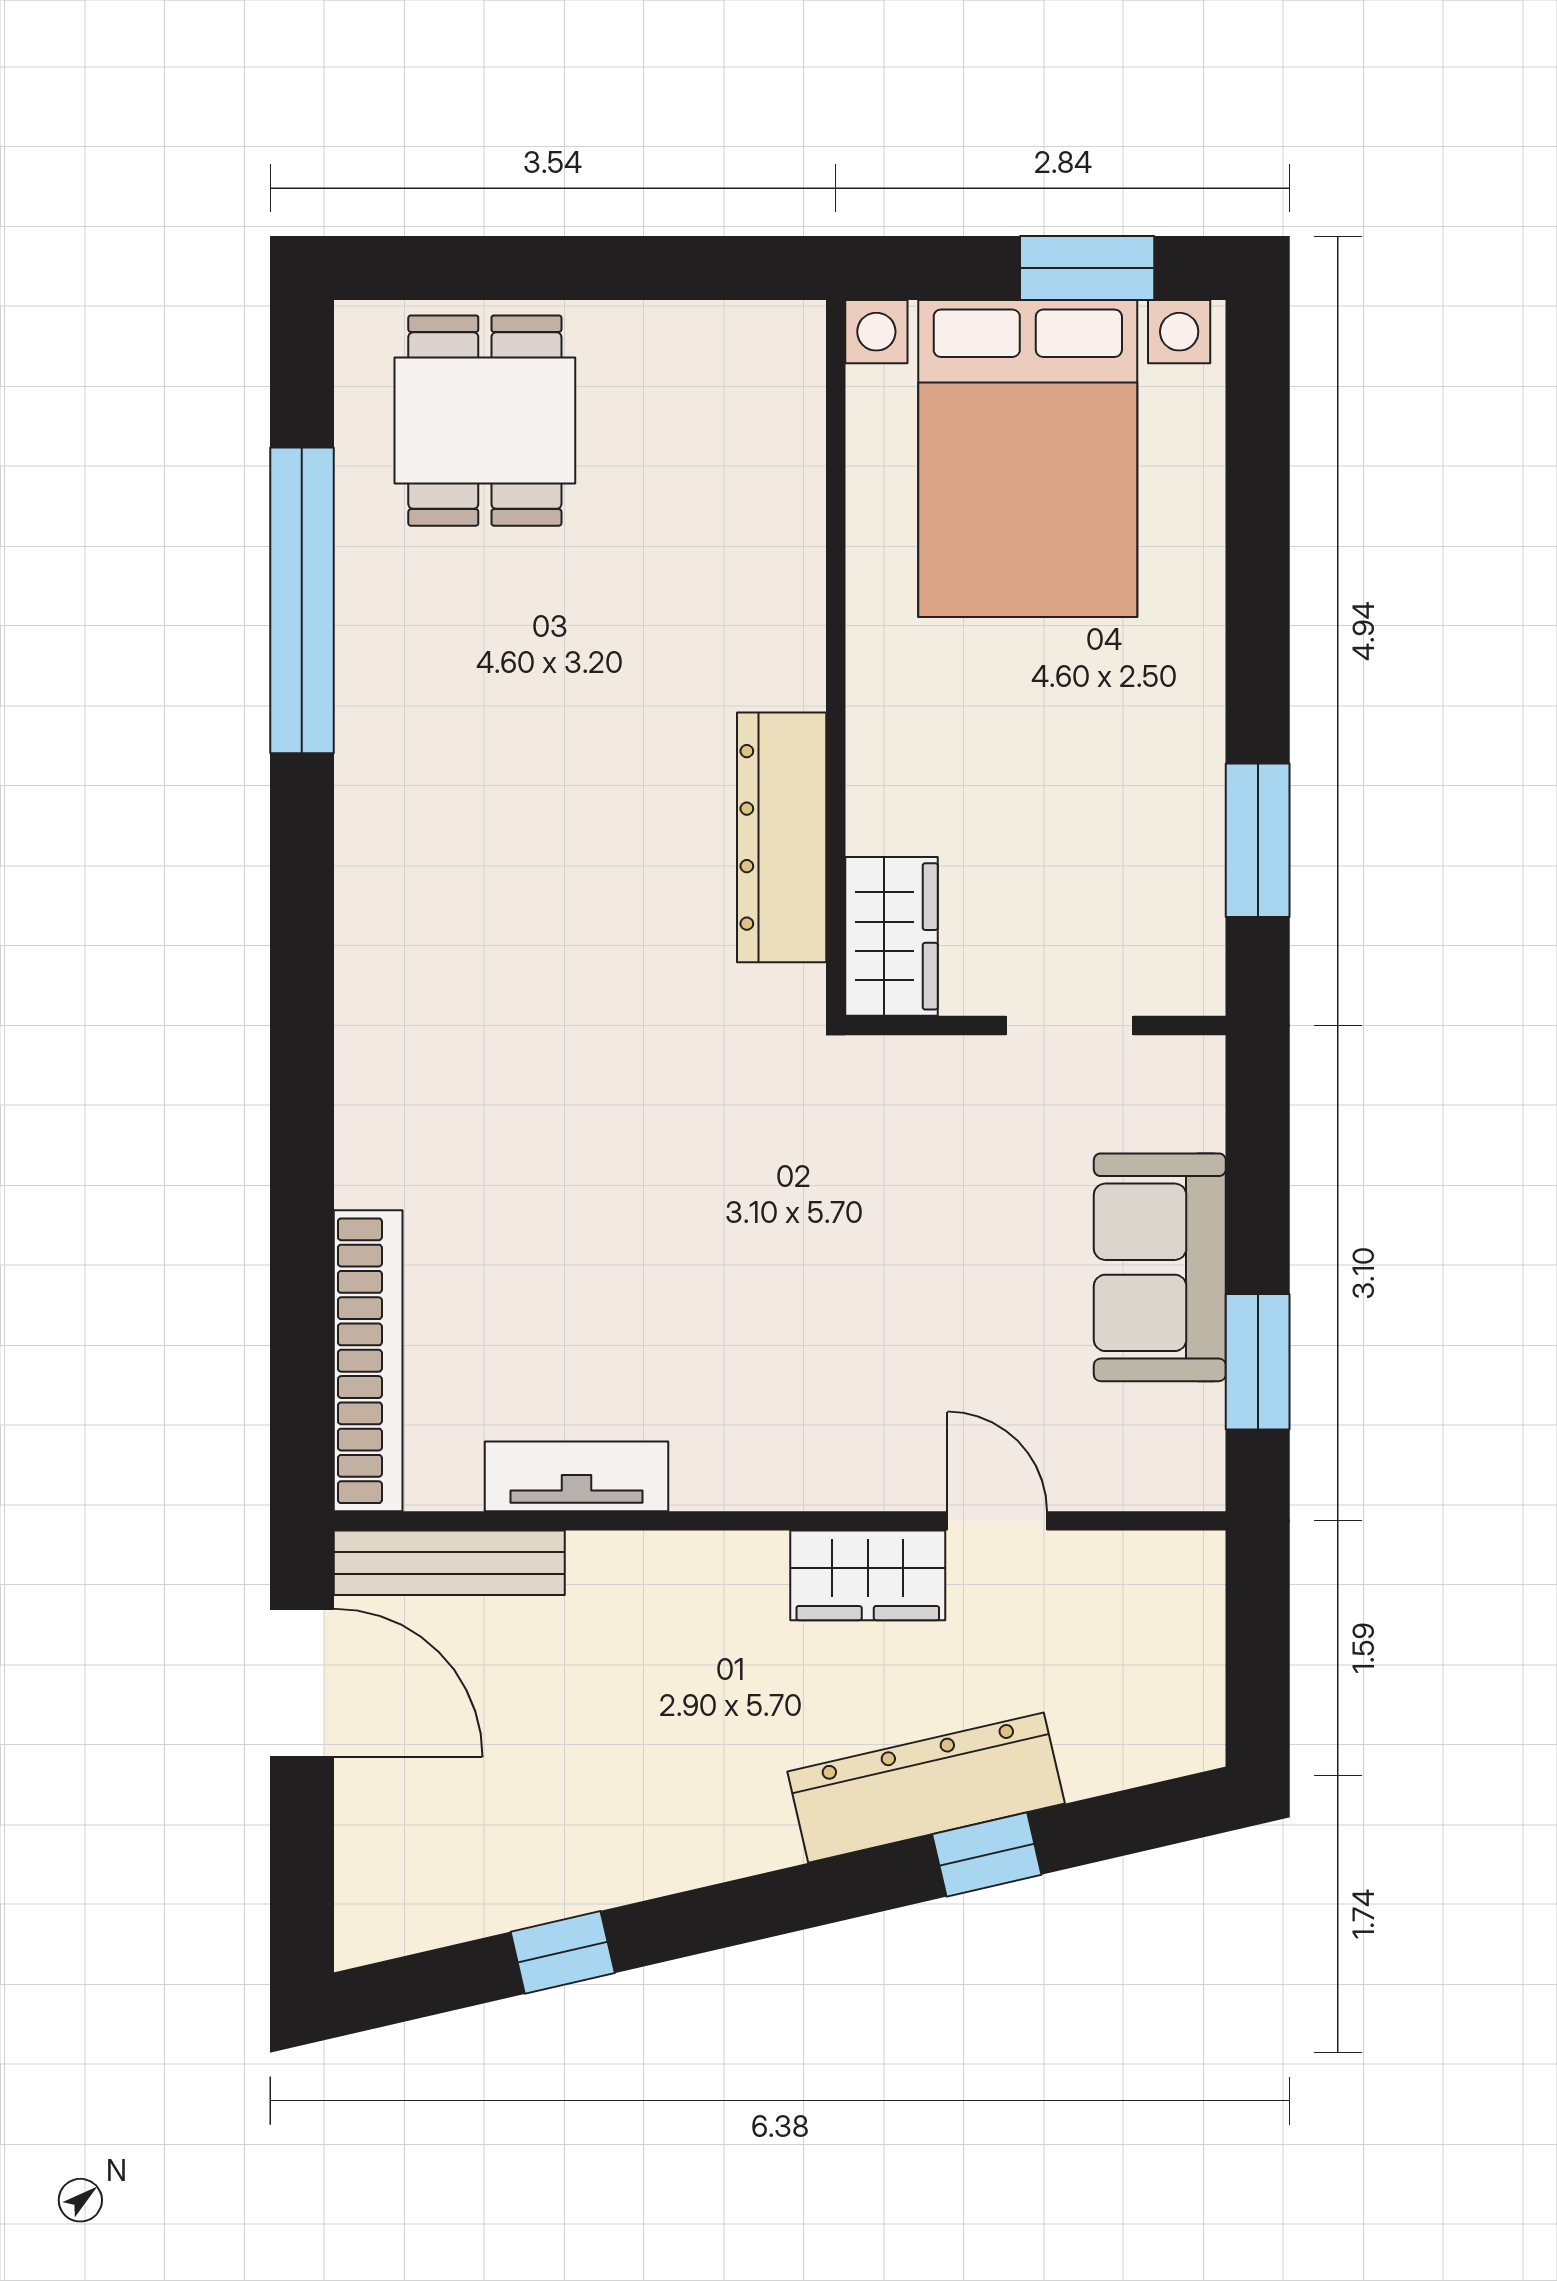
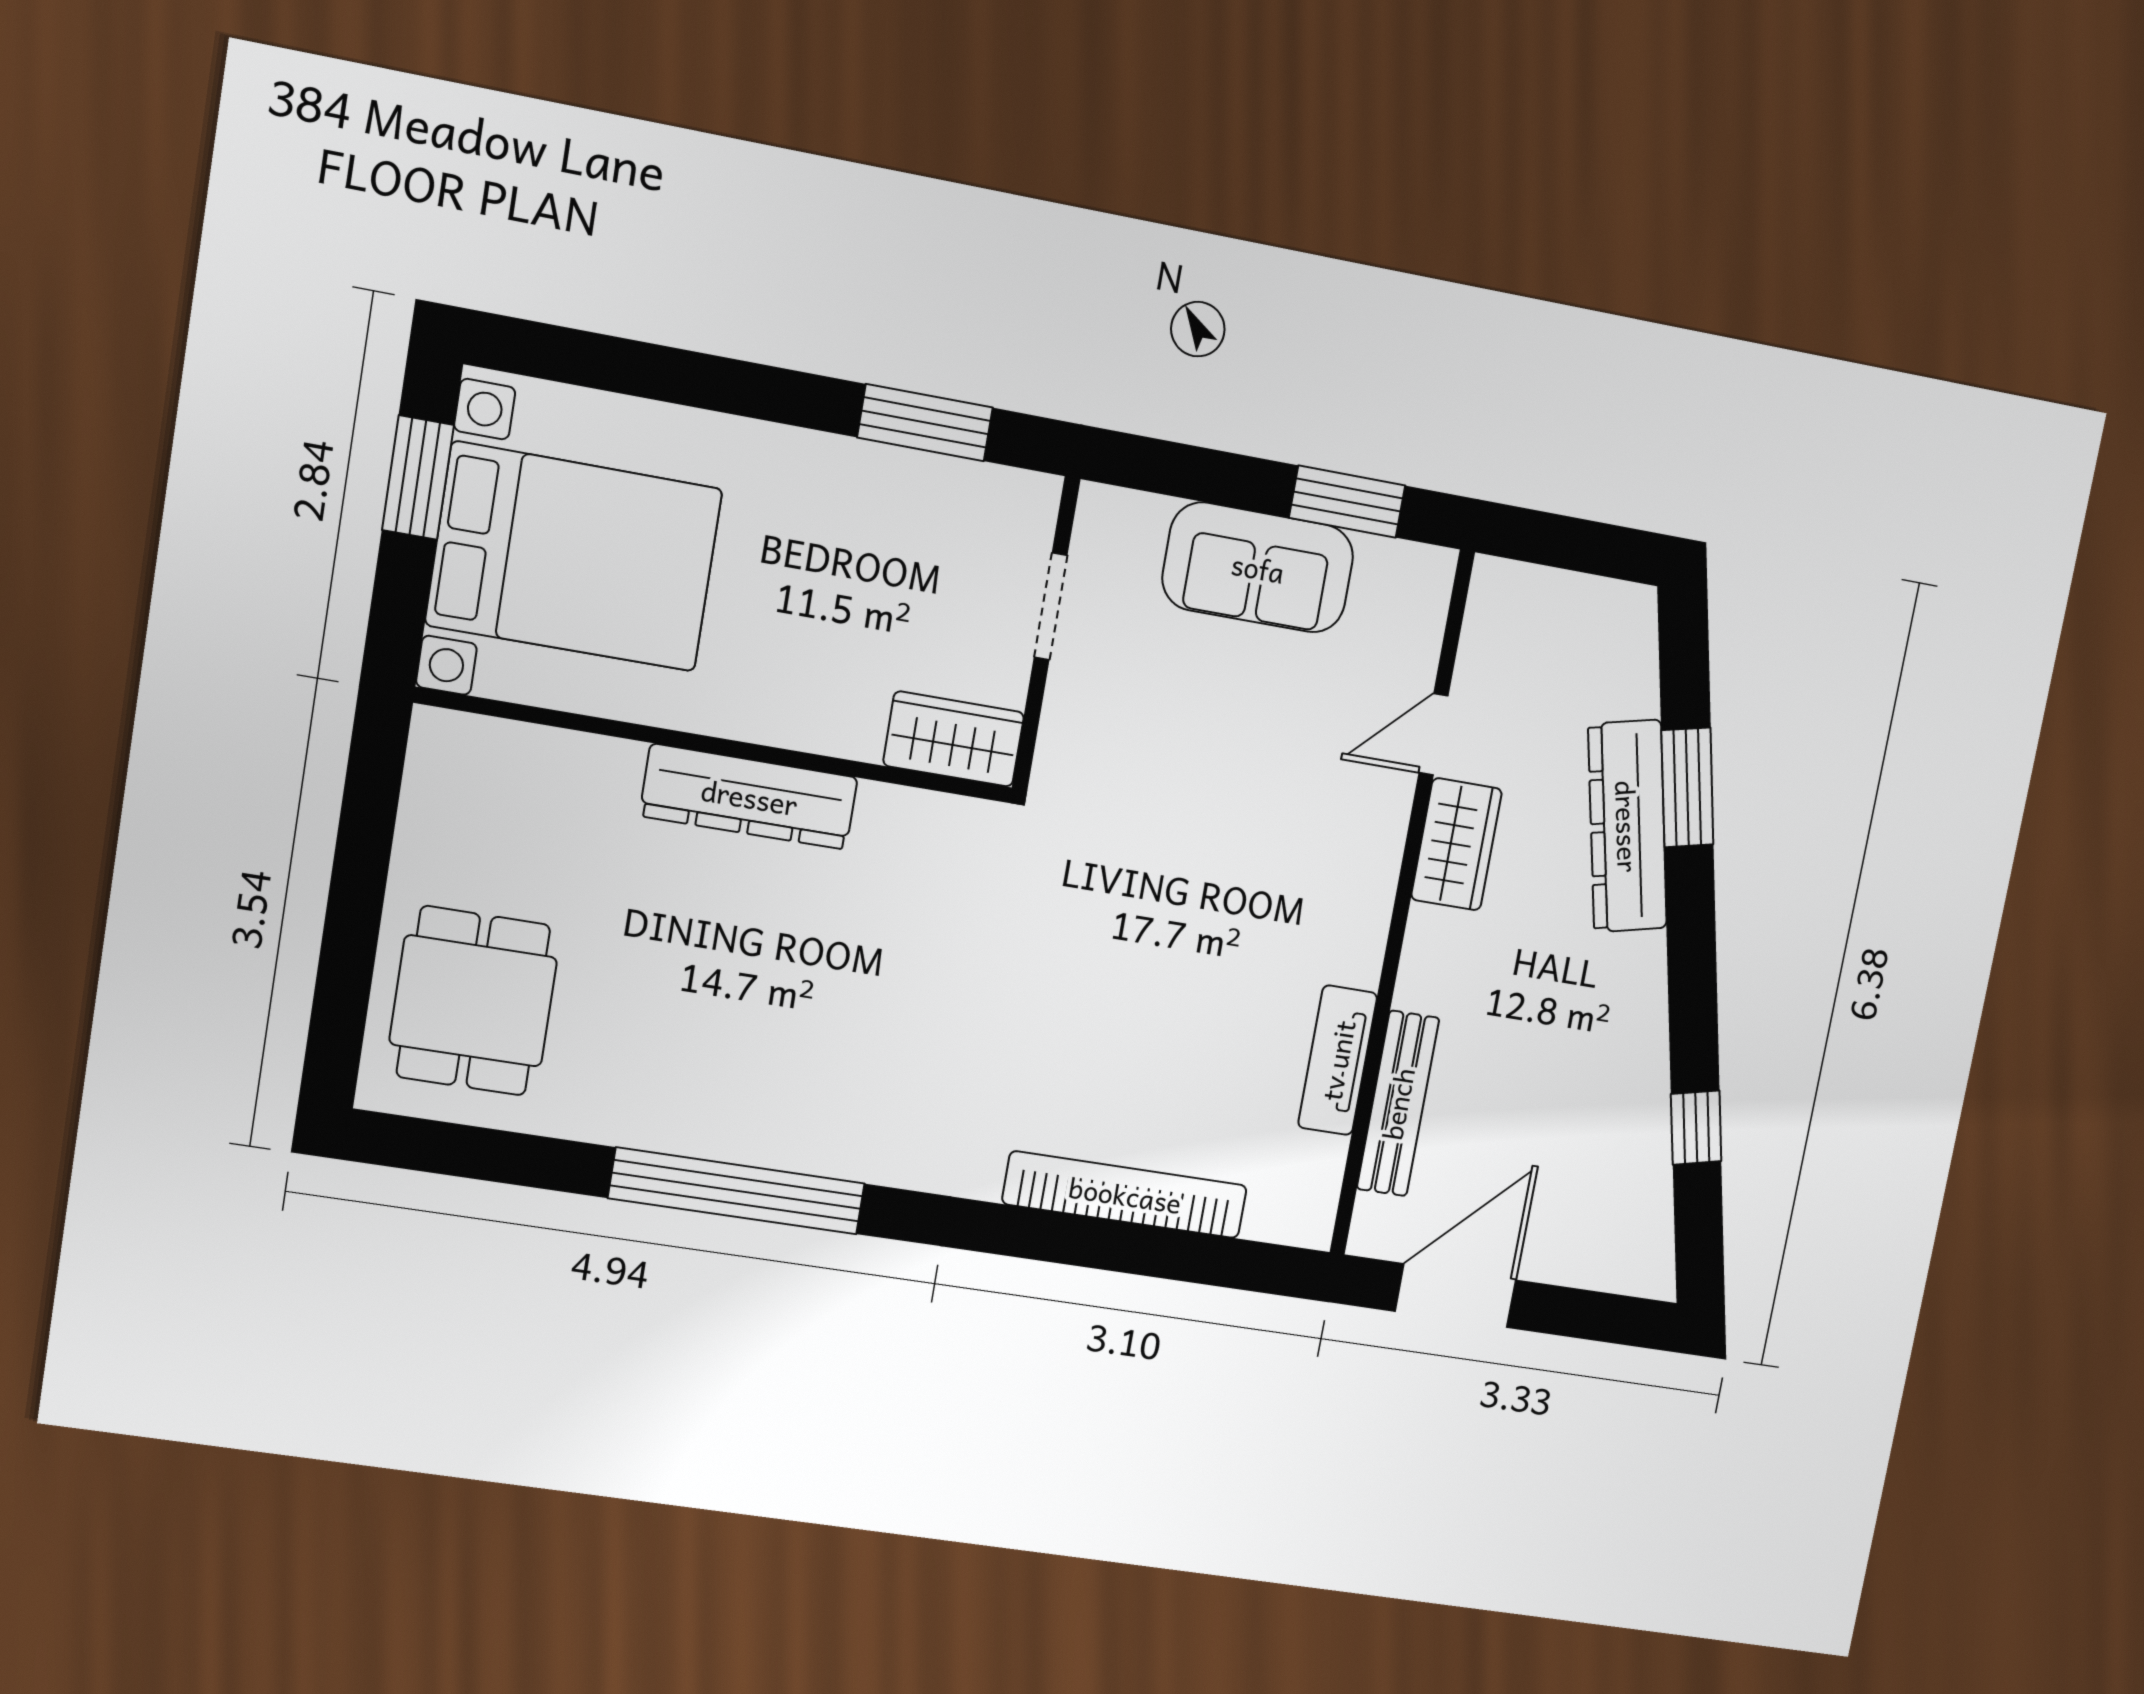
dining table: (485, 421) -> (473, 1001), turned 90
window: (302, 600) -> (737, 1191), moved
dresser: (782, 837) -> (749, 797), moved
bookcase: (368, 1361) -> (1125, 1195), moved
bench: (449, 1563) -> (1398, 1104), moved
window: (987, 1855) -> (1687, 787), width x1.50

